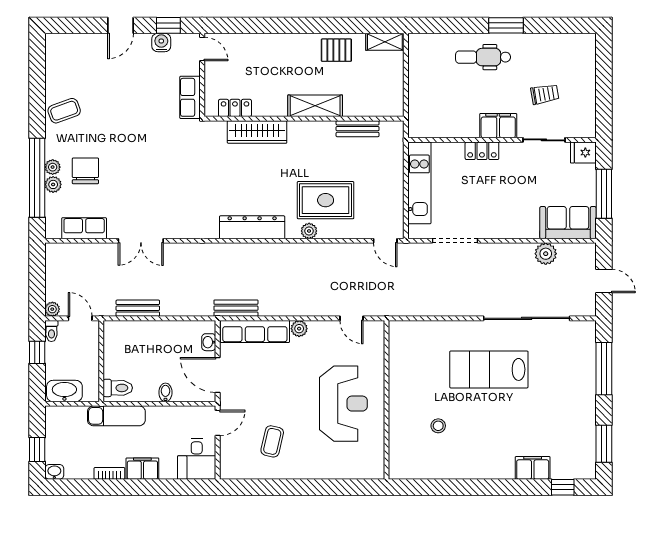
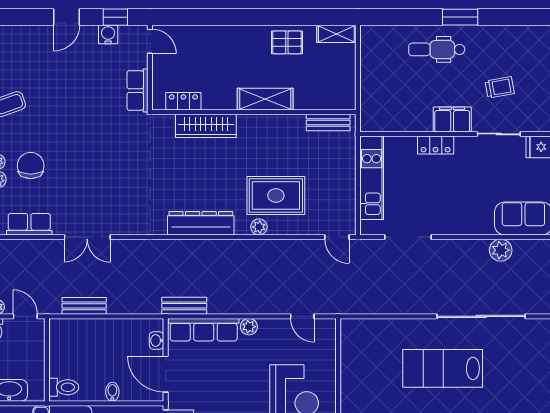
bench: (358, 129) -> (328, 122), moved

